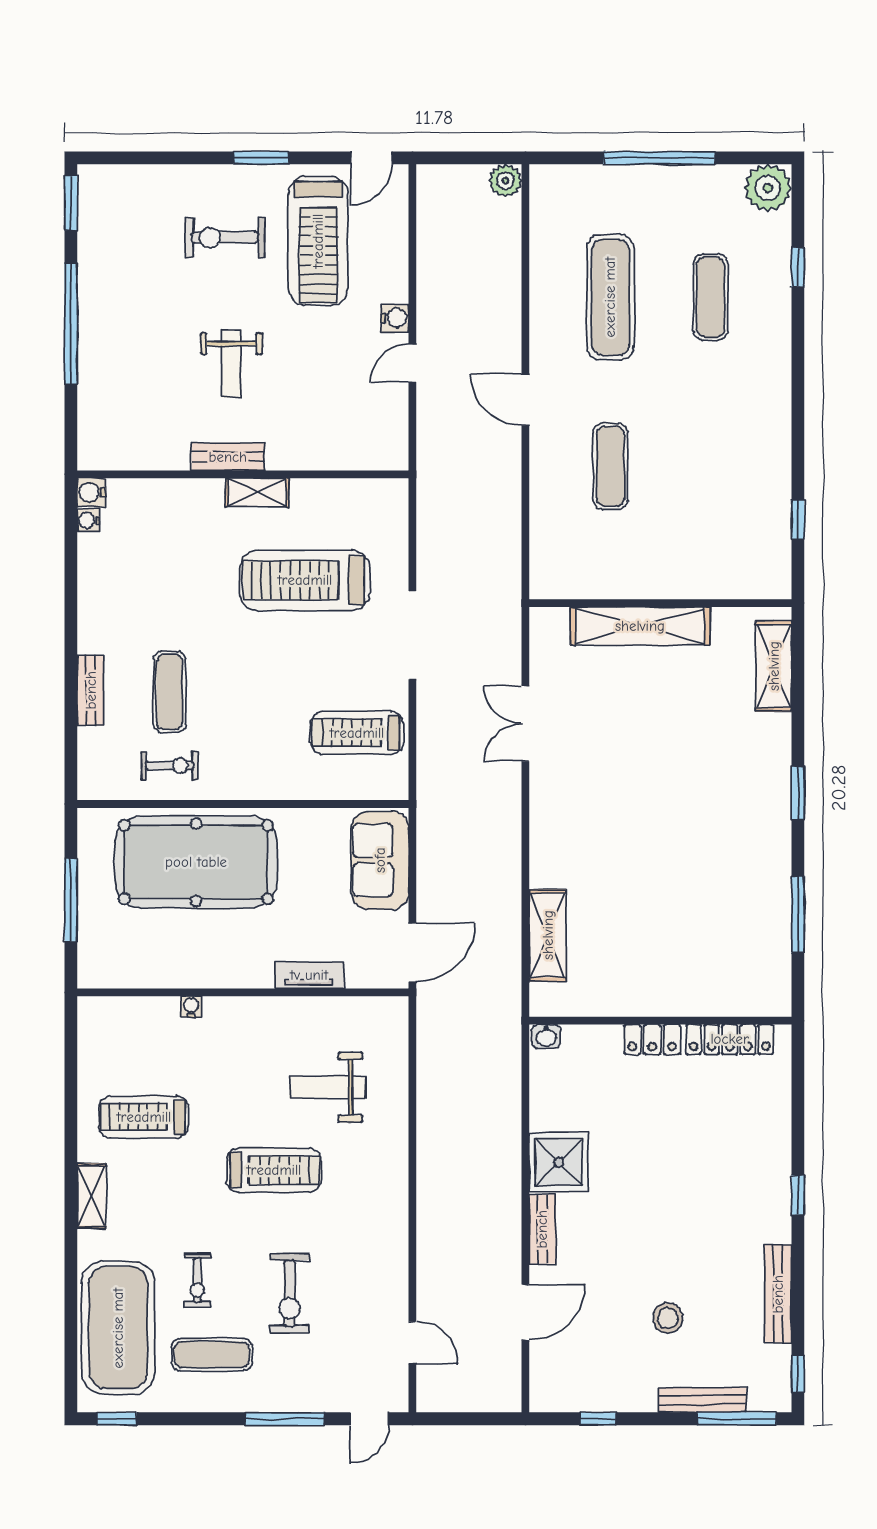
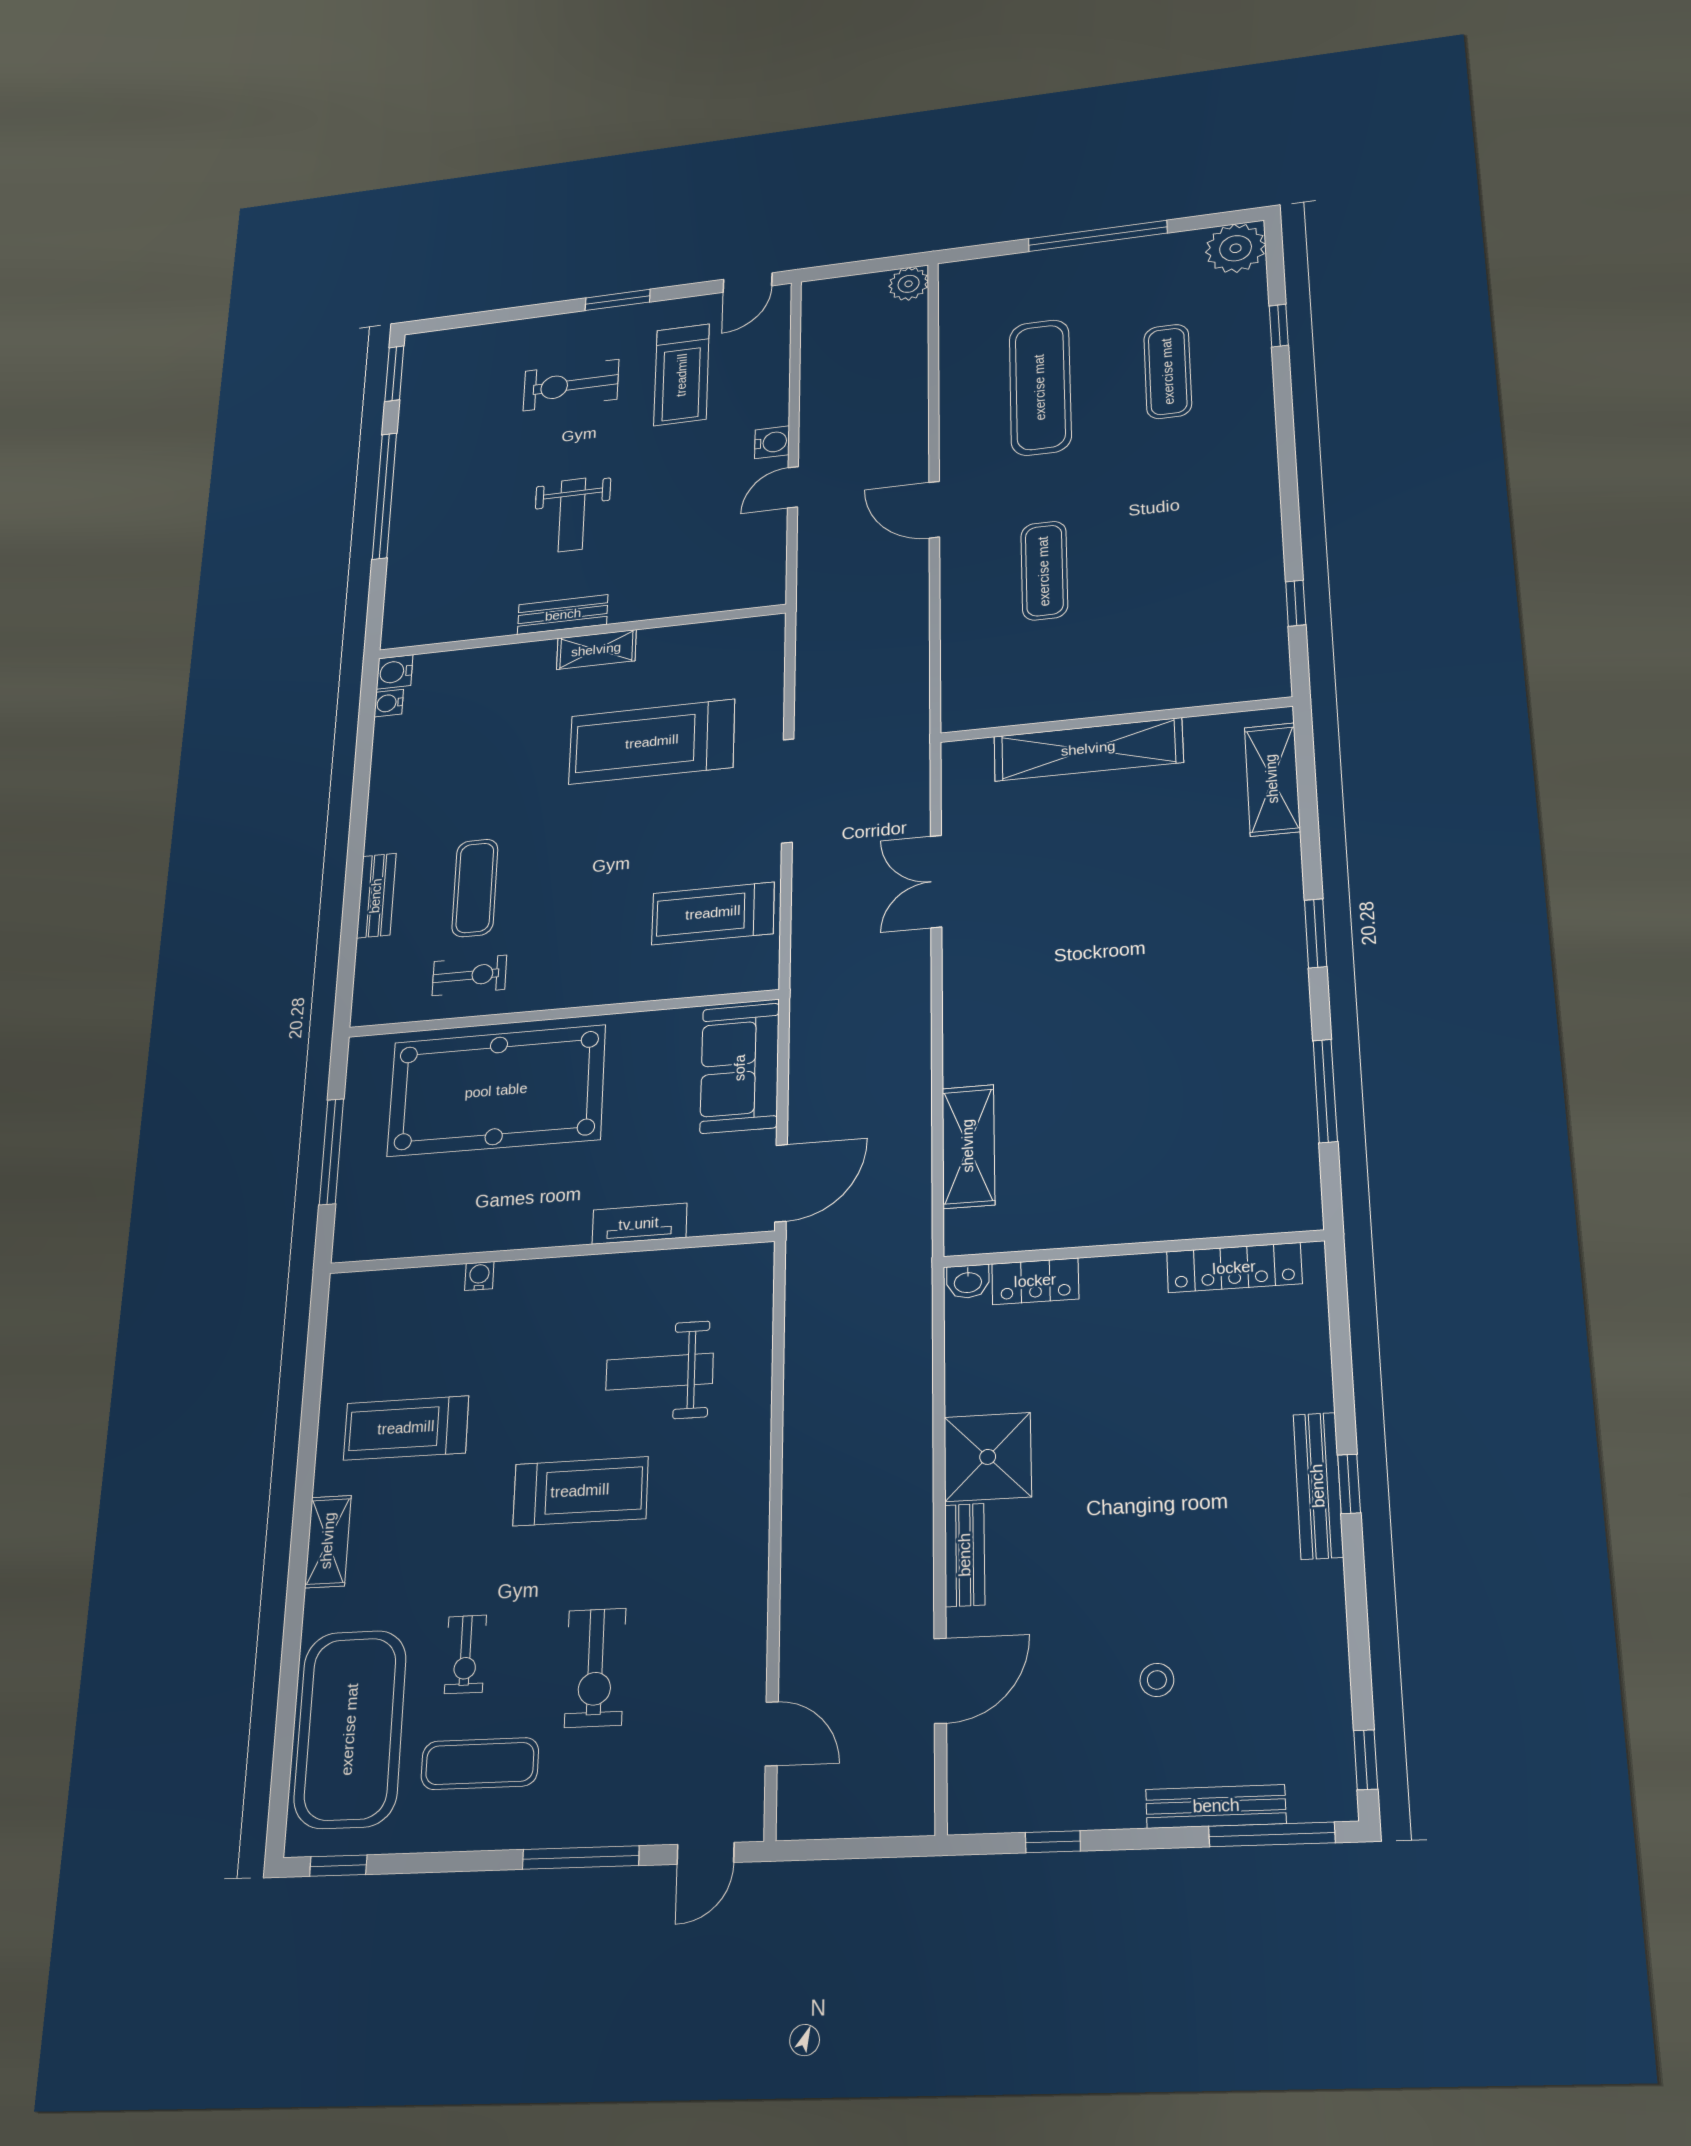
treadmill: (318, 241) -> (682, 375), width x0.73, depth x0.73
locker: (652, 1039) -> (1035, 1281), moved
bench: (778, 1294) -> (1318, 1486), moved
stool: (668, 1318) -> (1157, 1680), width x0.73, depth x0.73

